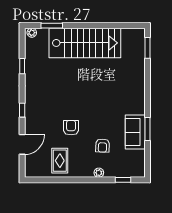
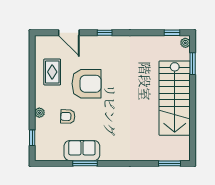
window: (22, 66) -> (172, 33), moved
armchair: (71, 128) -> (87, 84), width x1.88, depth x1.88
rug: (60, 161) -> (52, 72), turned 90

